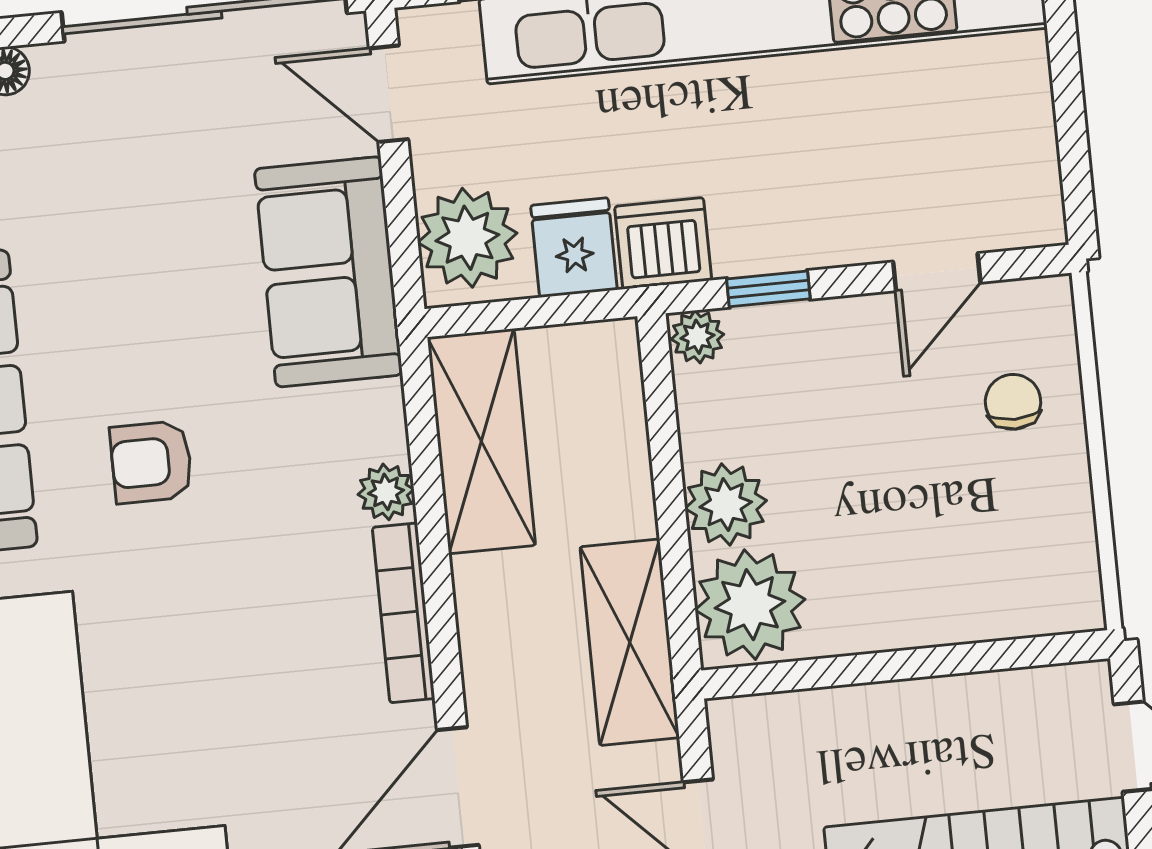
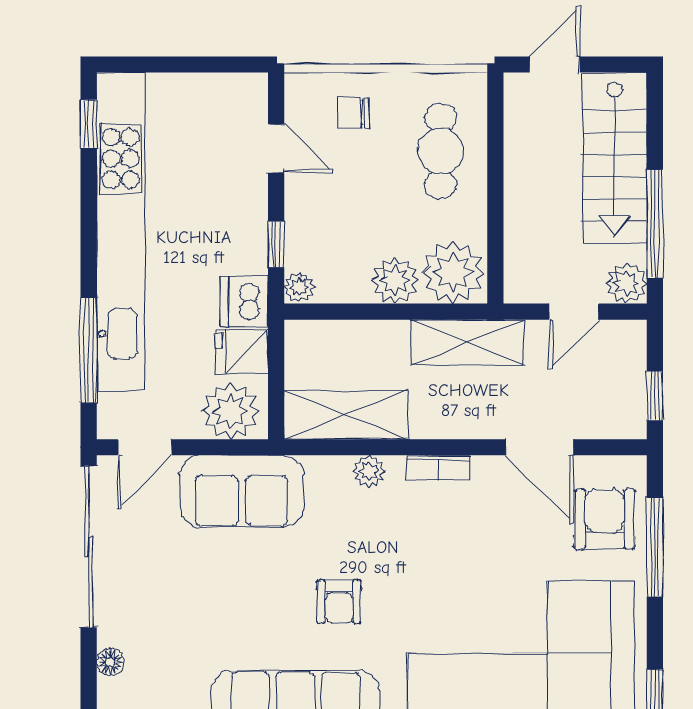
cafe table: (961, 562) -> (441, 151), added
bookcase: (404, 613) -> (438, 468), width x0.64

